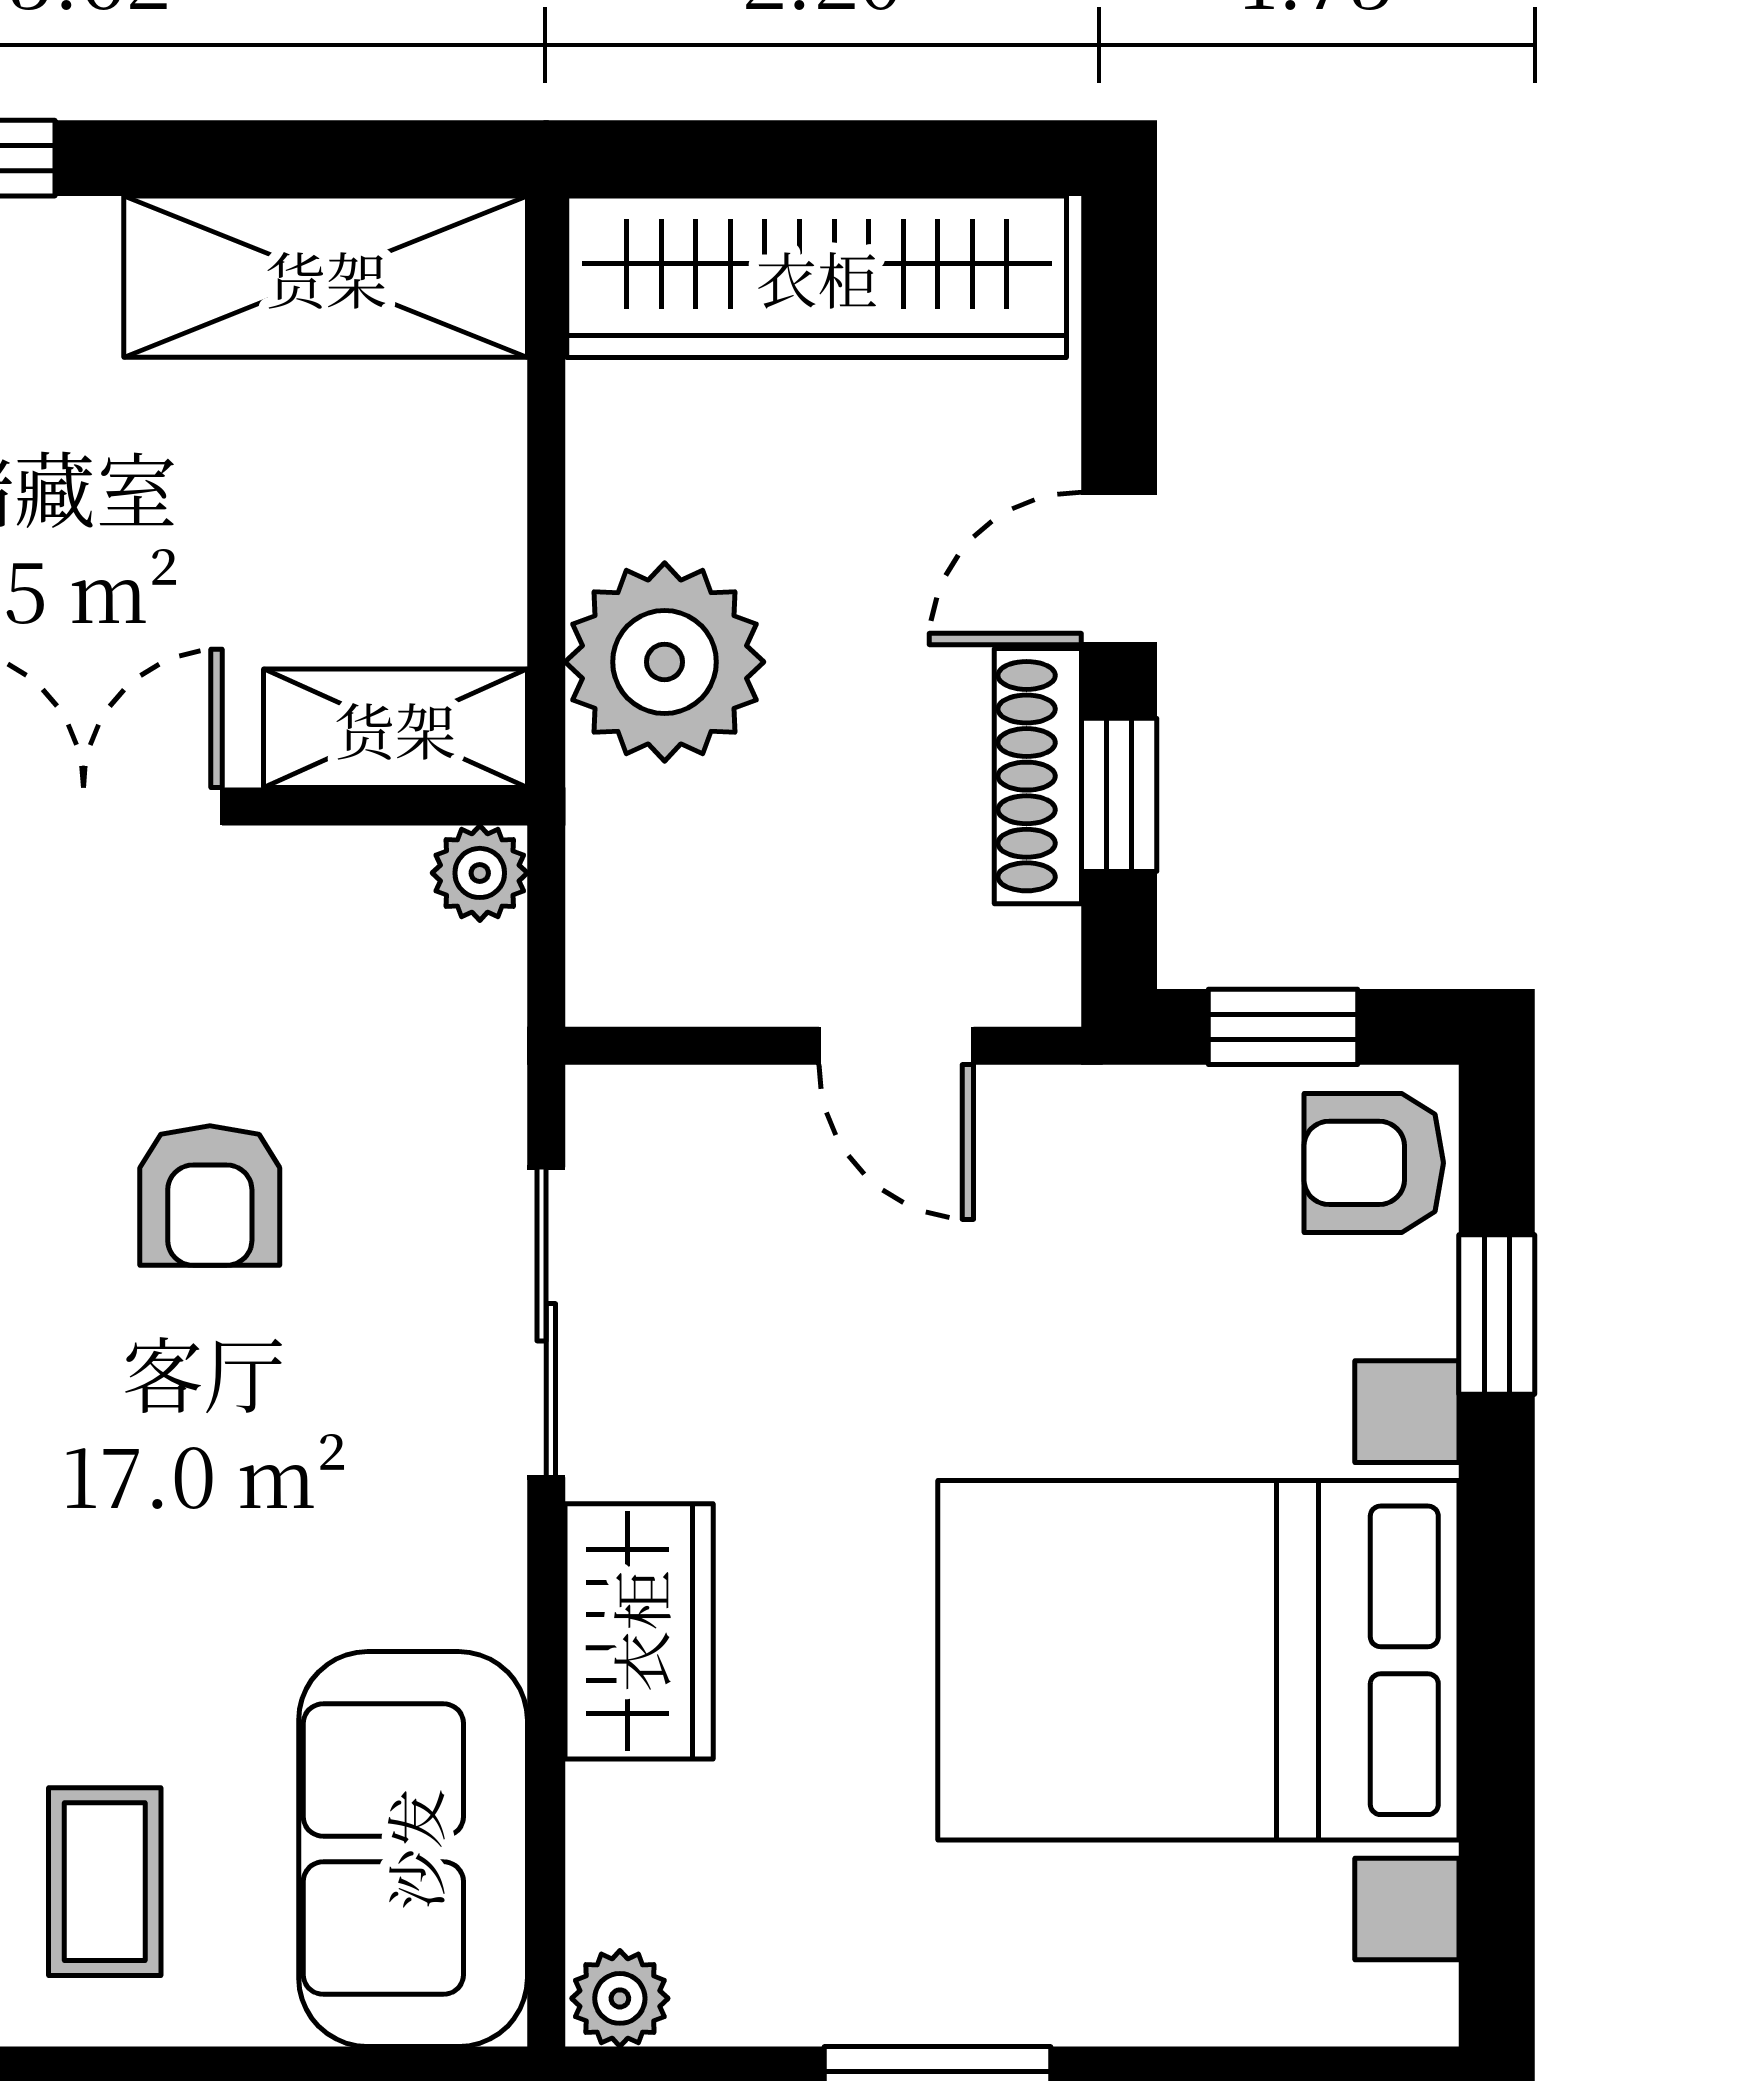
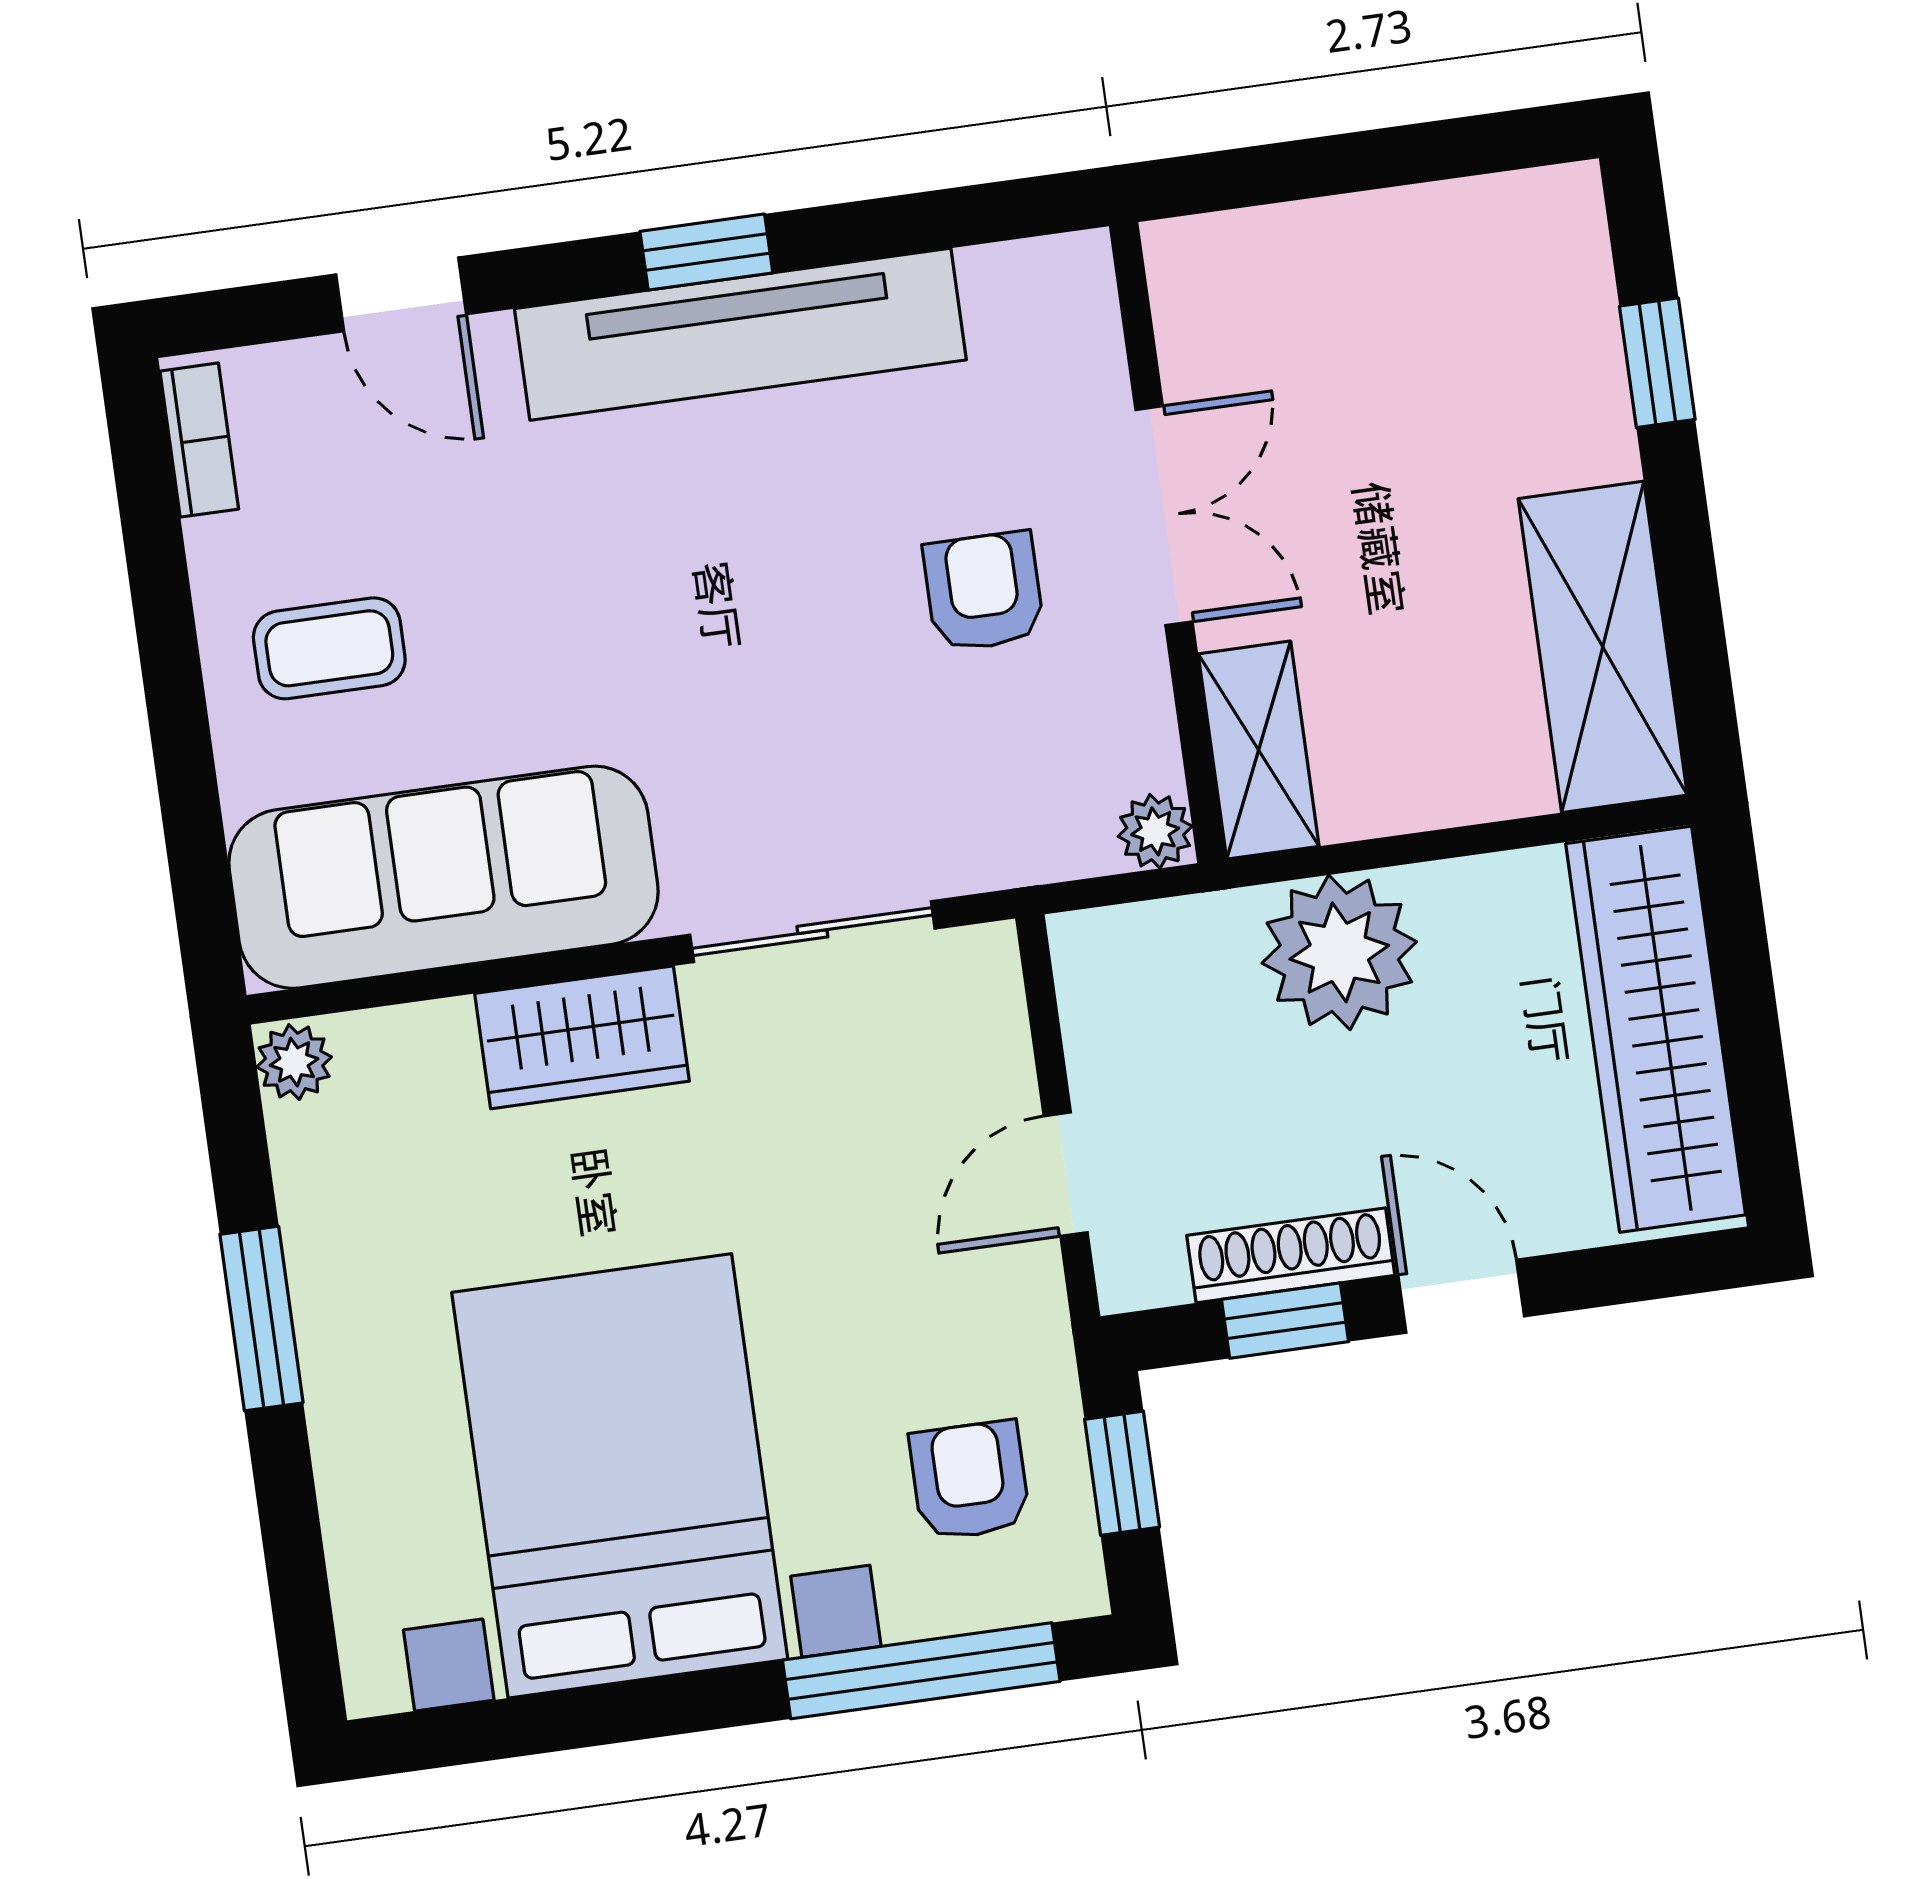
armchair: (1374, 1163) -> (970, 1480), moved
armchair: (210, 1196) -> (984, 591), moved, turned 90
window: (1497, 1314) -> (921, 1671), width x2.17
sofa: (413, 1849) -> (444, 877), width x1.36

